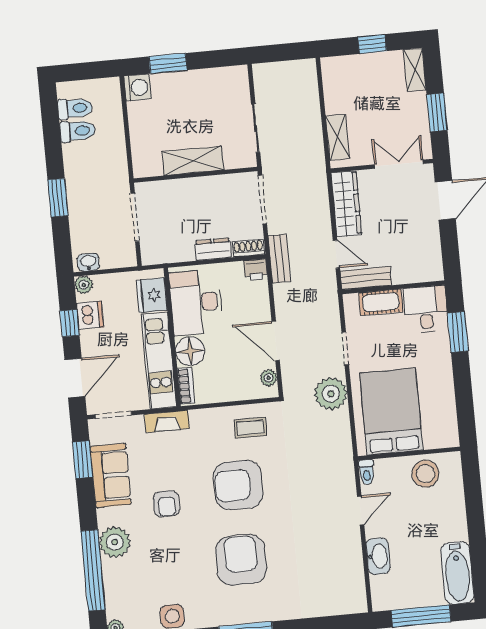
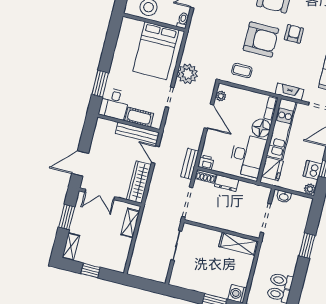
shelving: (193, 161) -> (239, 244), moved
washbasin: (88, 262) -> (284, 197), moved
bench: (366, 278) -> (137, 133), width x1.36
armchair: (166, 504) -> (294, 34), moved

